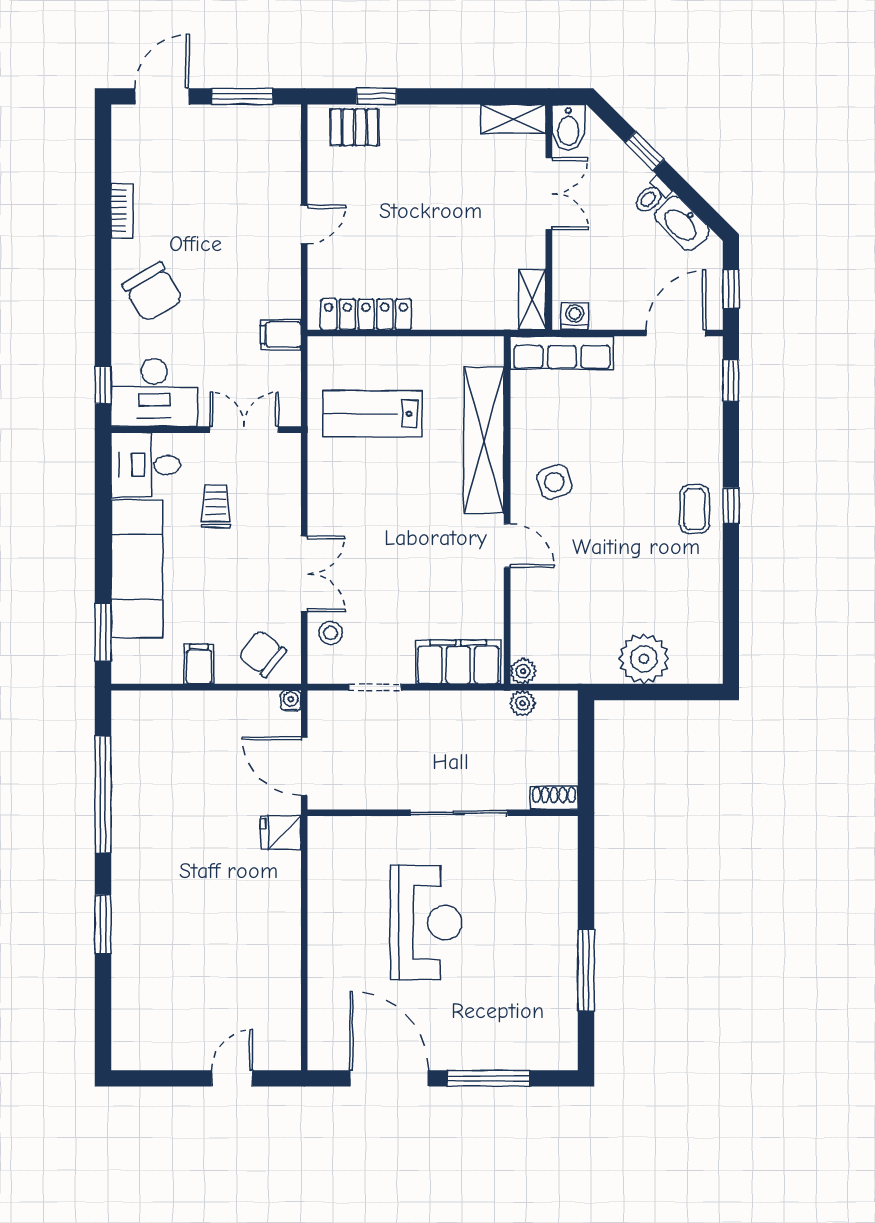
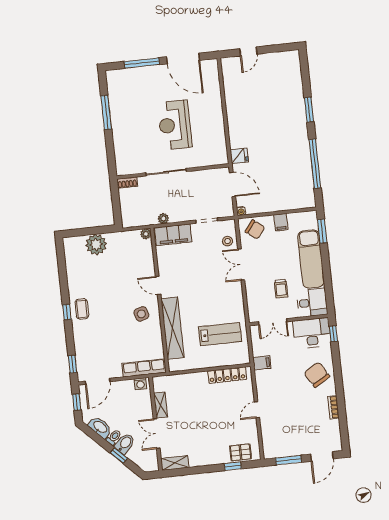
bidet: (568, 128) -> (125, 444), moved, turned 45
shelving: (532, 299) -> (161, 405), moved
plant: (522, 703) -> (163, 219), moved

